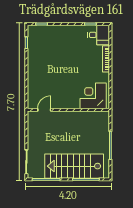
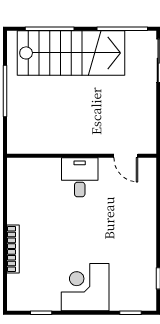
desk: (99, 35) -> (80, 177), moved, turned 90
corner desk: (93, 96) -> (85, 287), moved, turned 180
door: (44, 110) -> (126, 156), hinge flipped

